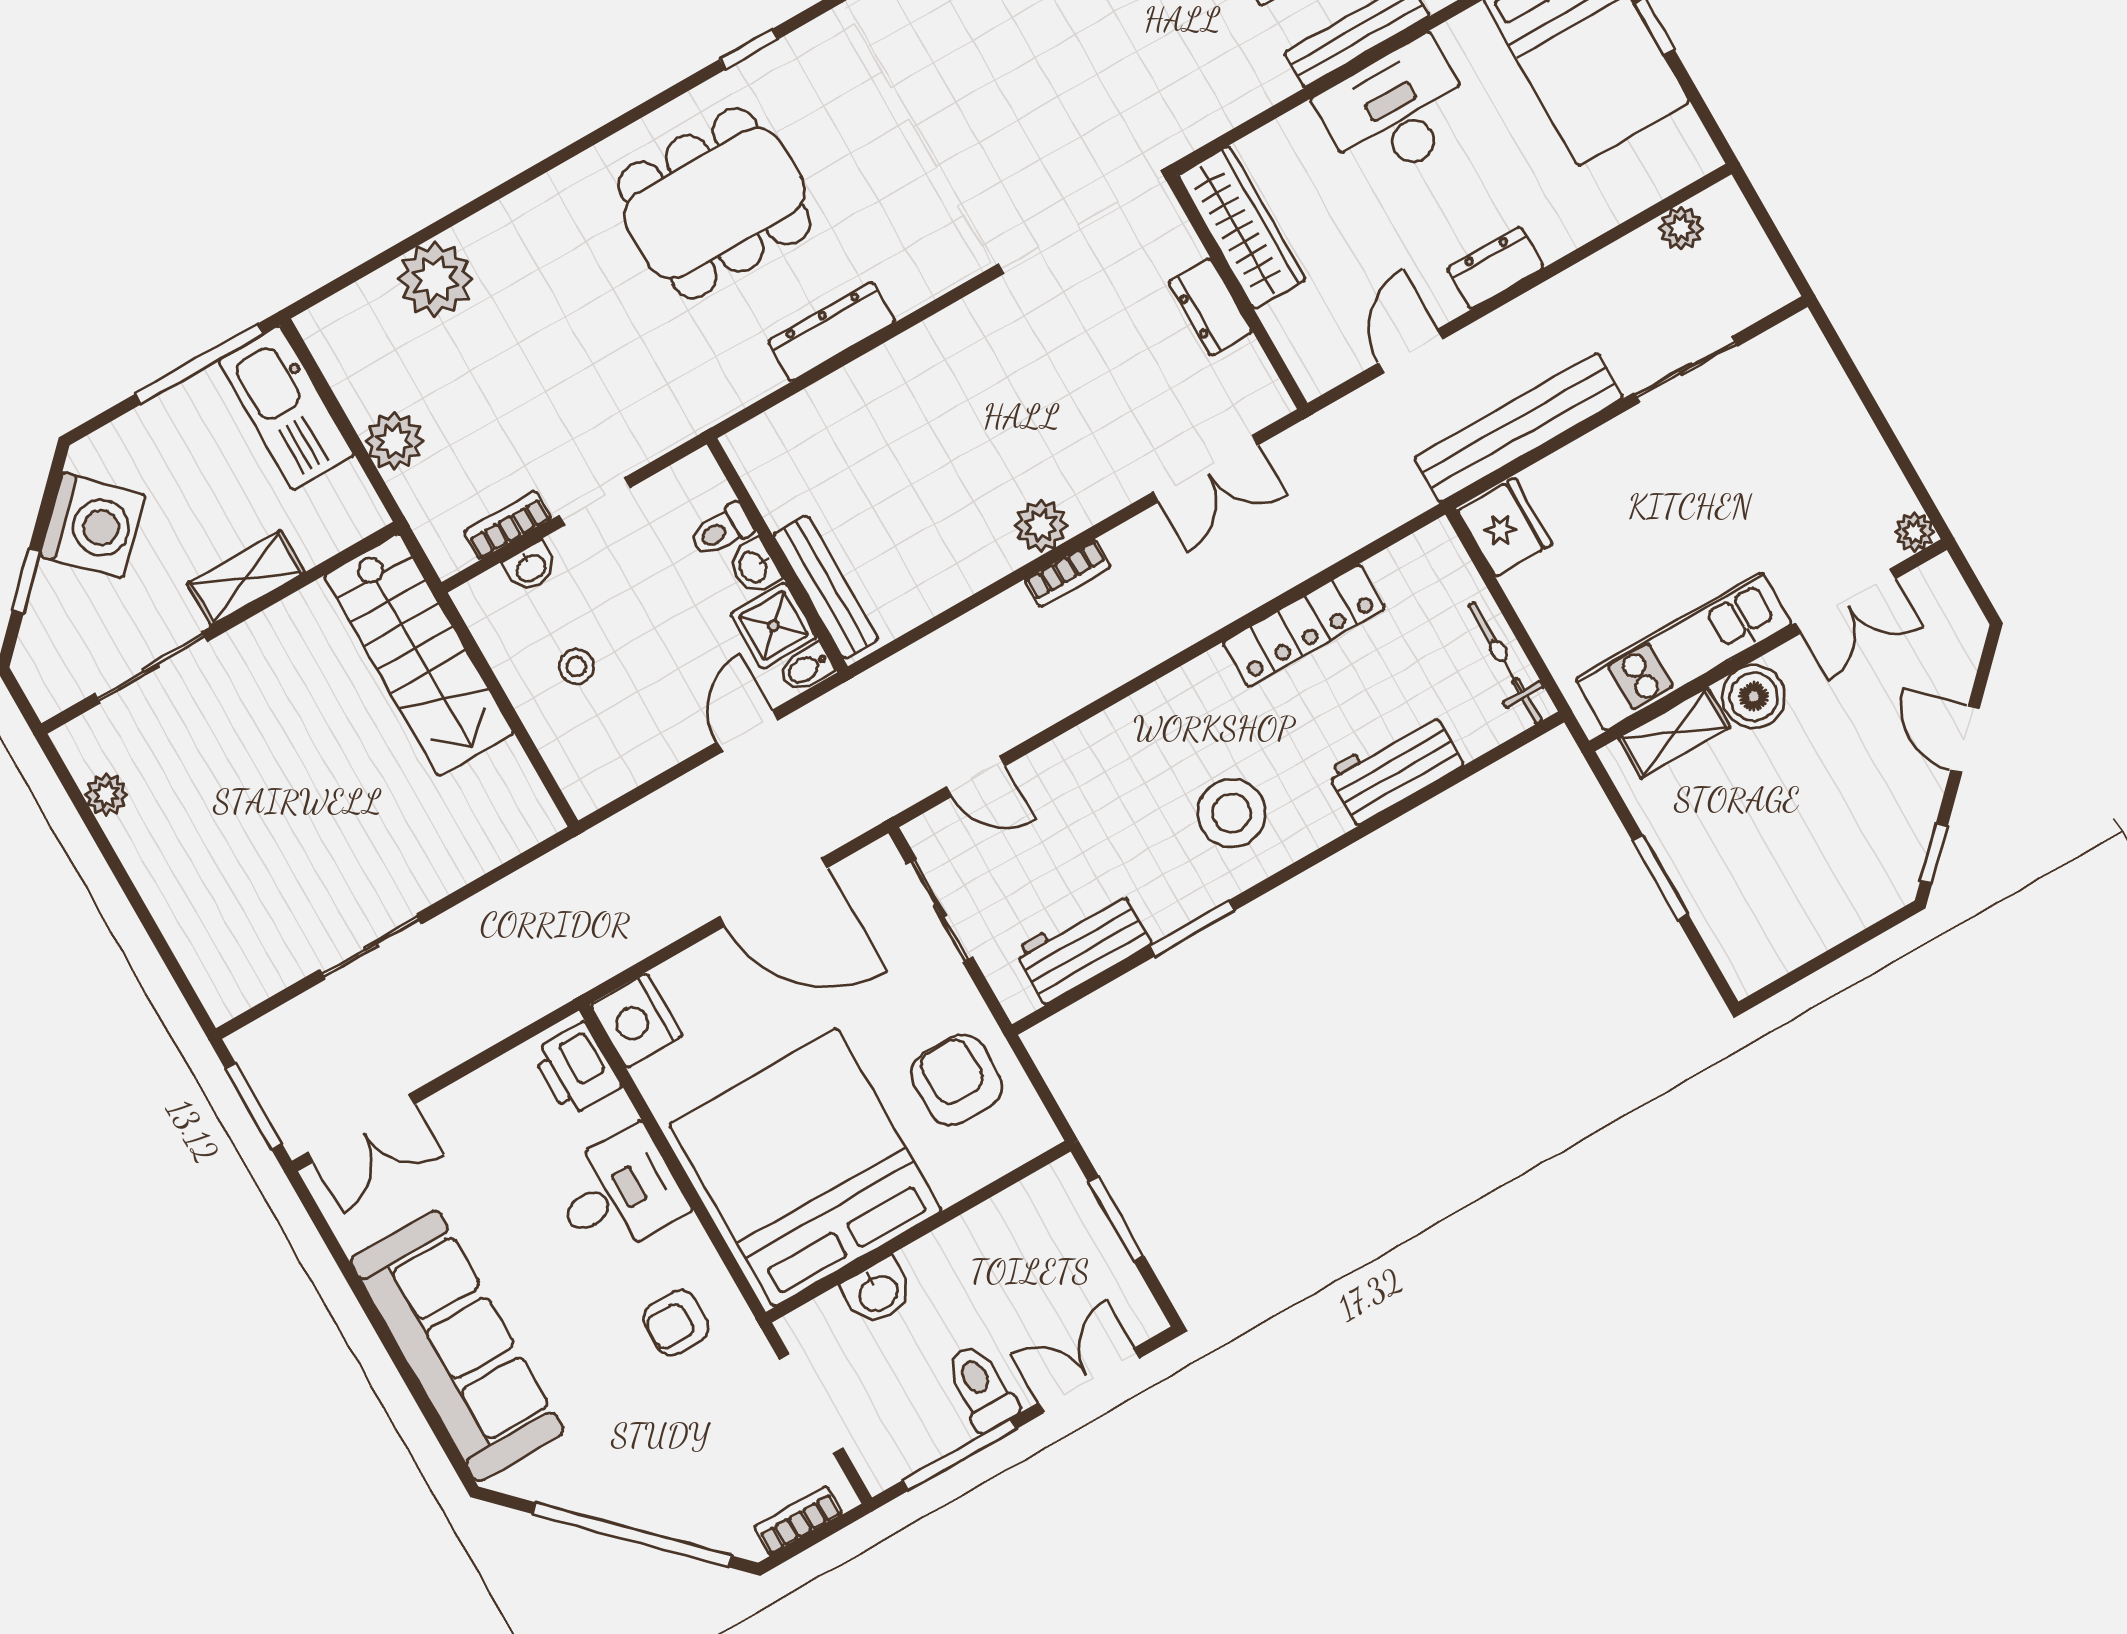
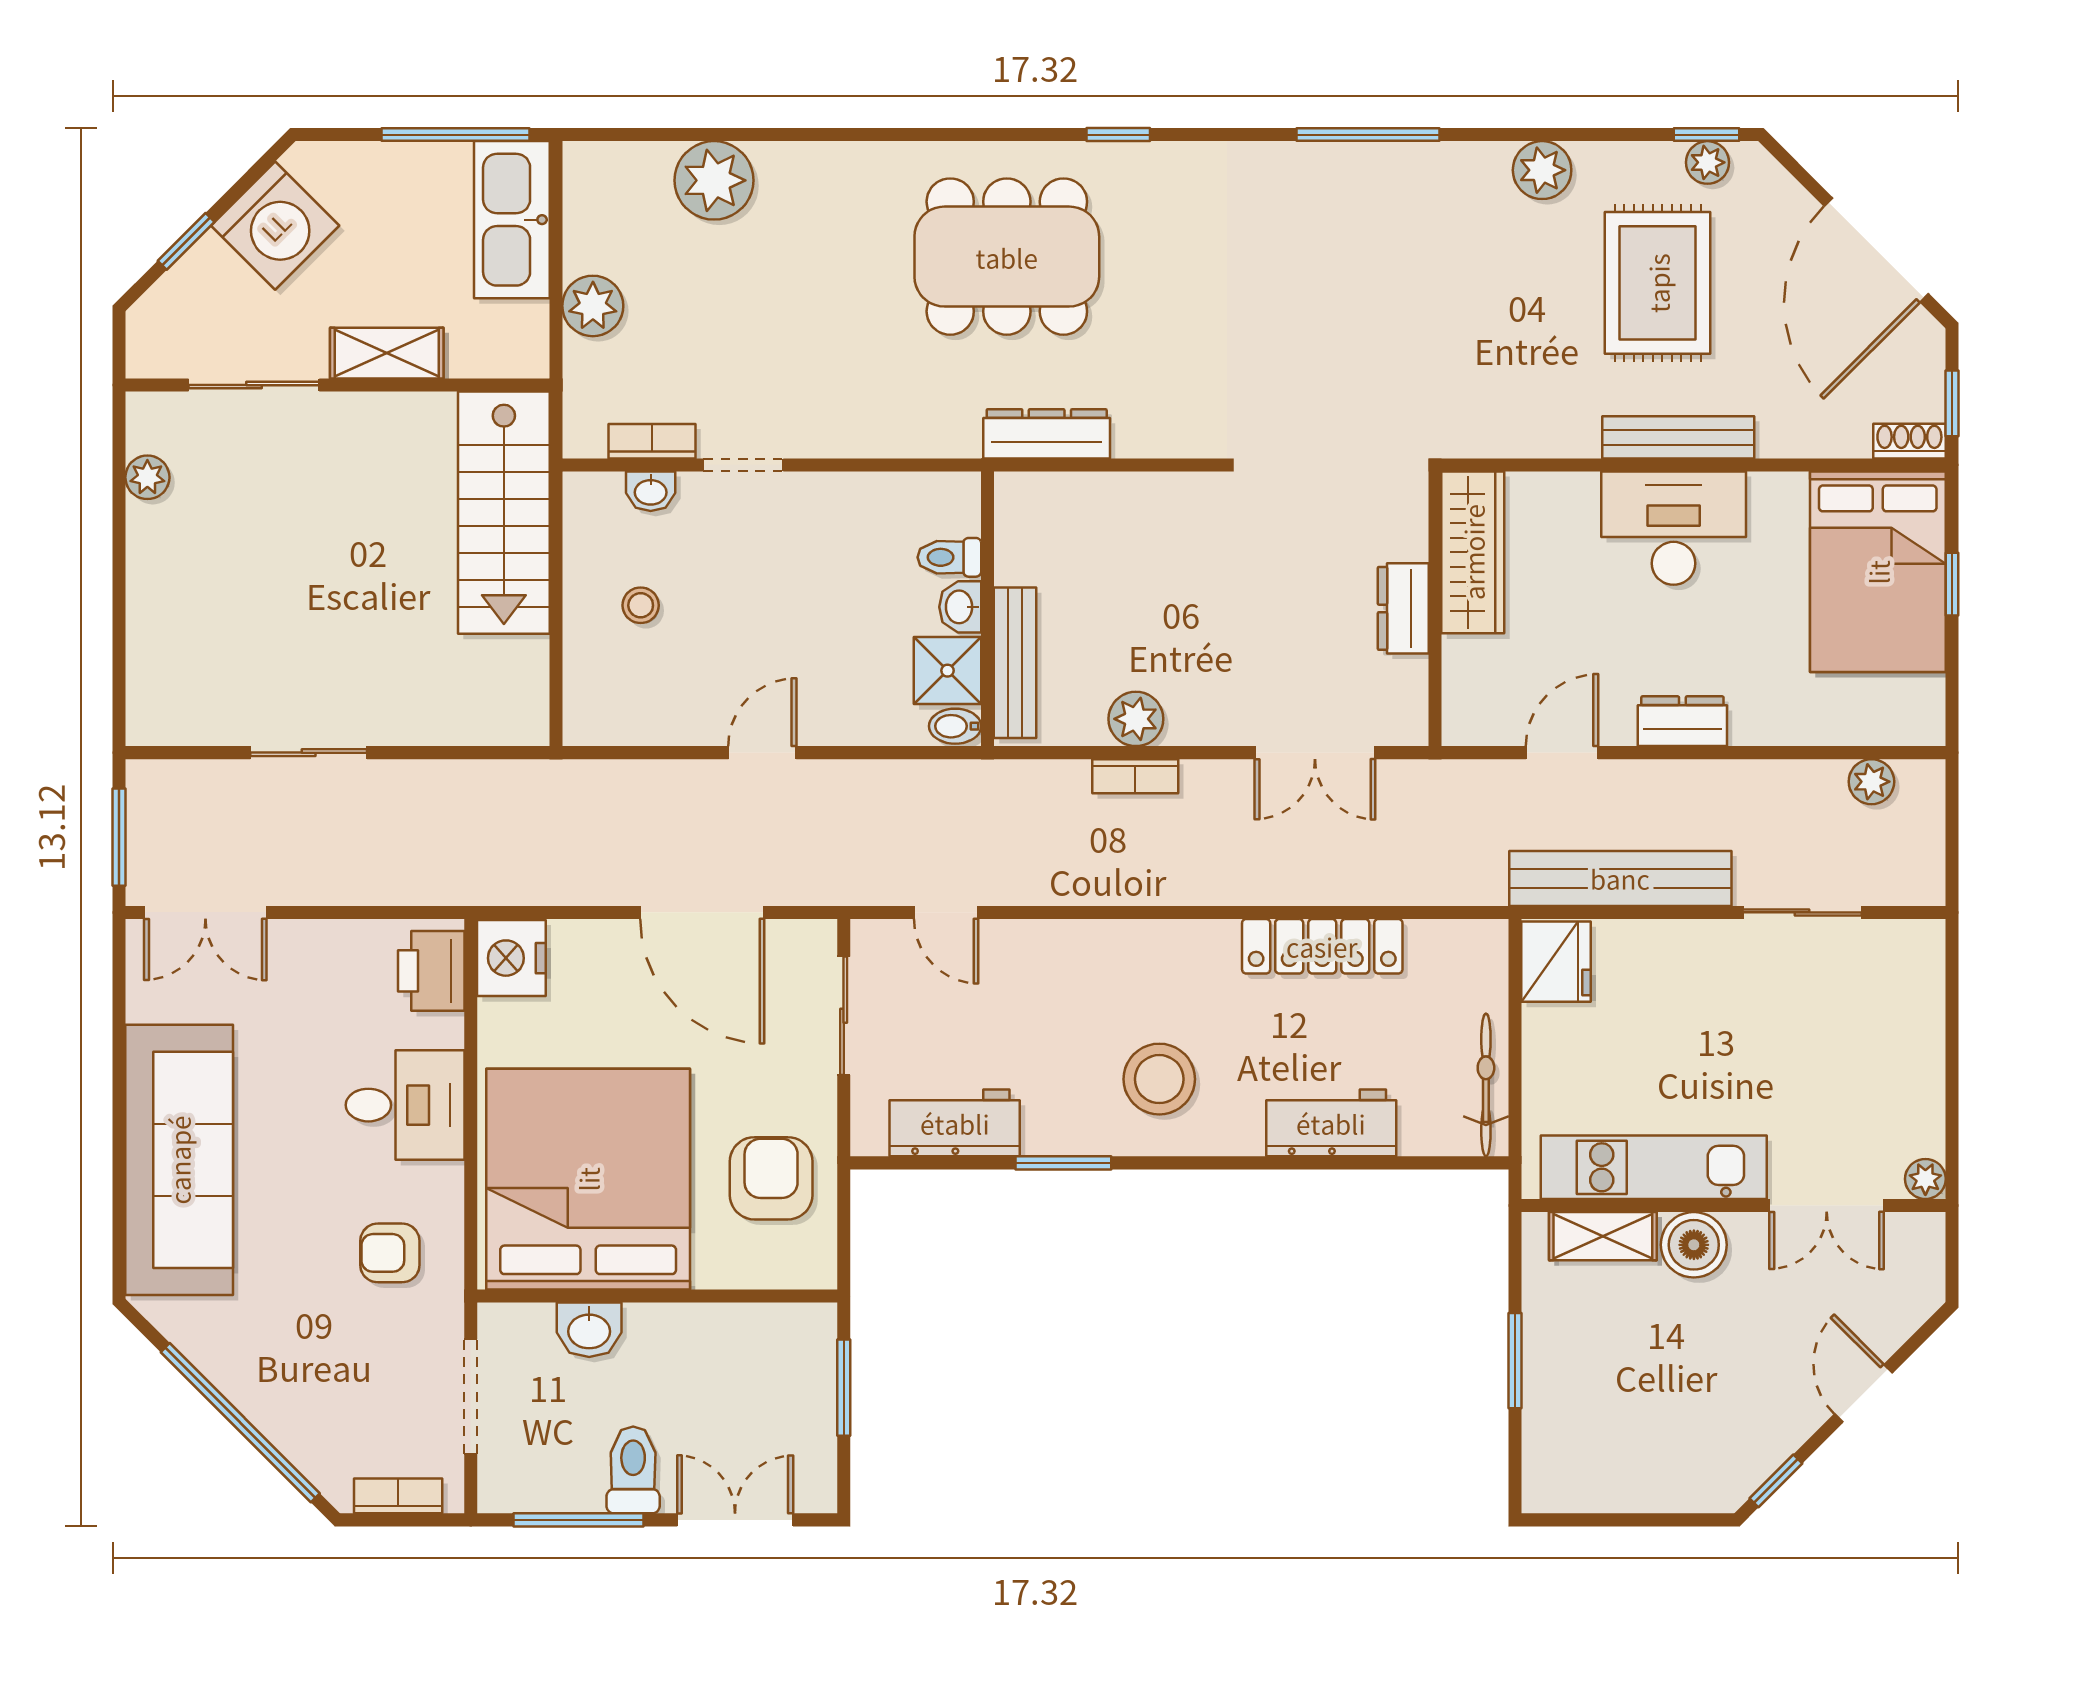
toilet: (721, 531) -> (949, 557), moved
wall: (777, 555) -> (988, 609), moved
washbasin: (754, 567) -> (960, 607), moved
bench: (826, 587) -> (1015, 663), moved
shower: (773, 626) -> (948, 671), moved
bidet: (806, 668) -> (955, 726), moved

